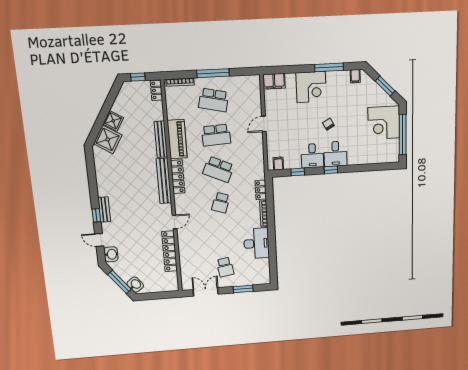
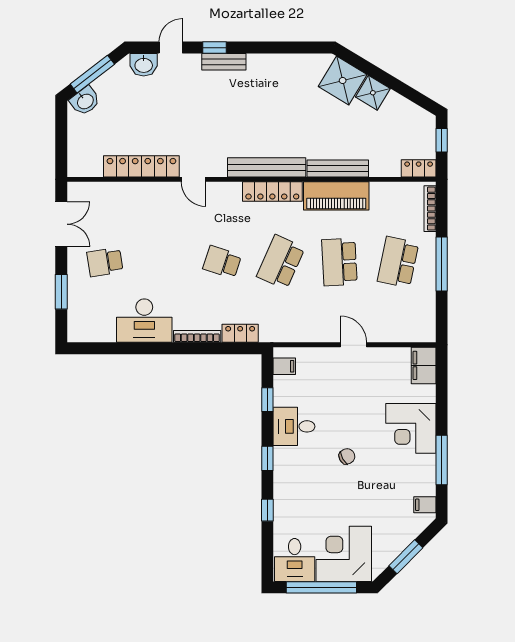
desk: (335, 154) -> (295, 560), moved, turned -90
window: (360, 168) -> (267, 510), added

